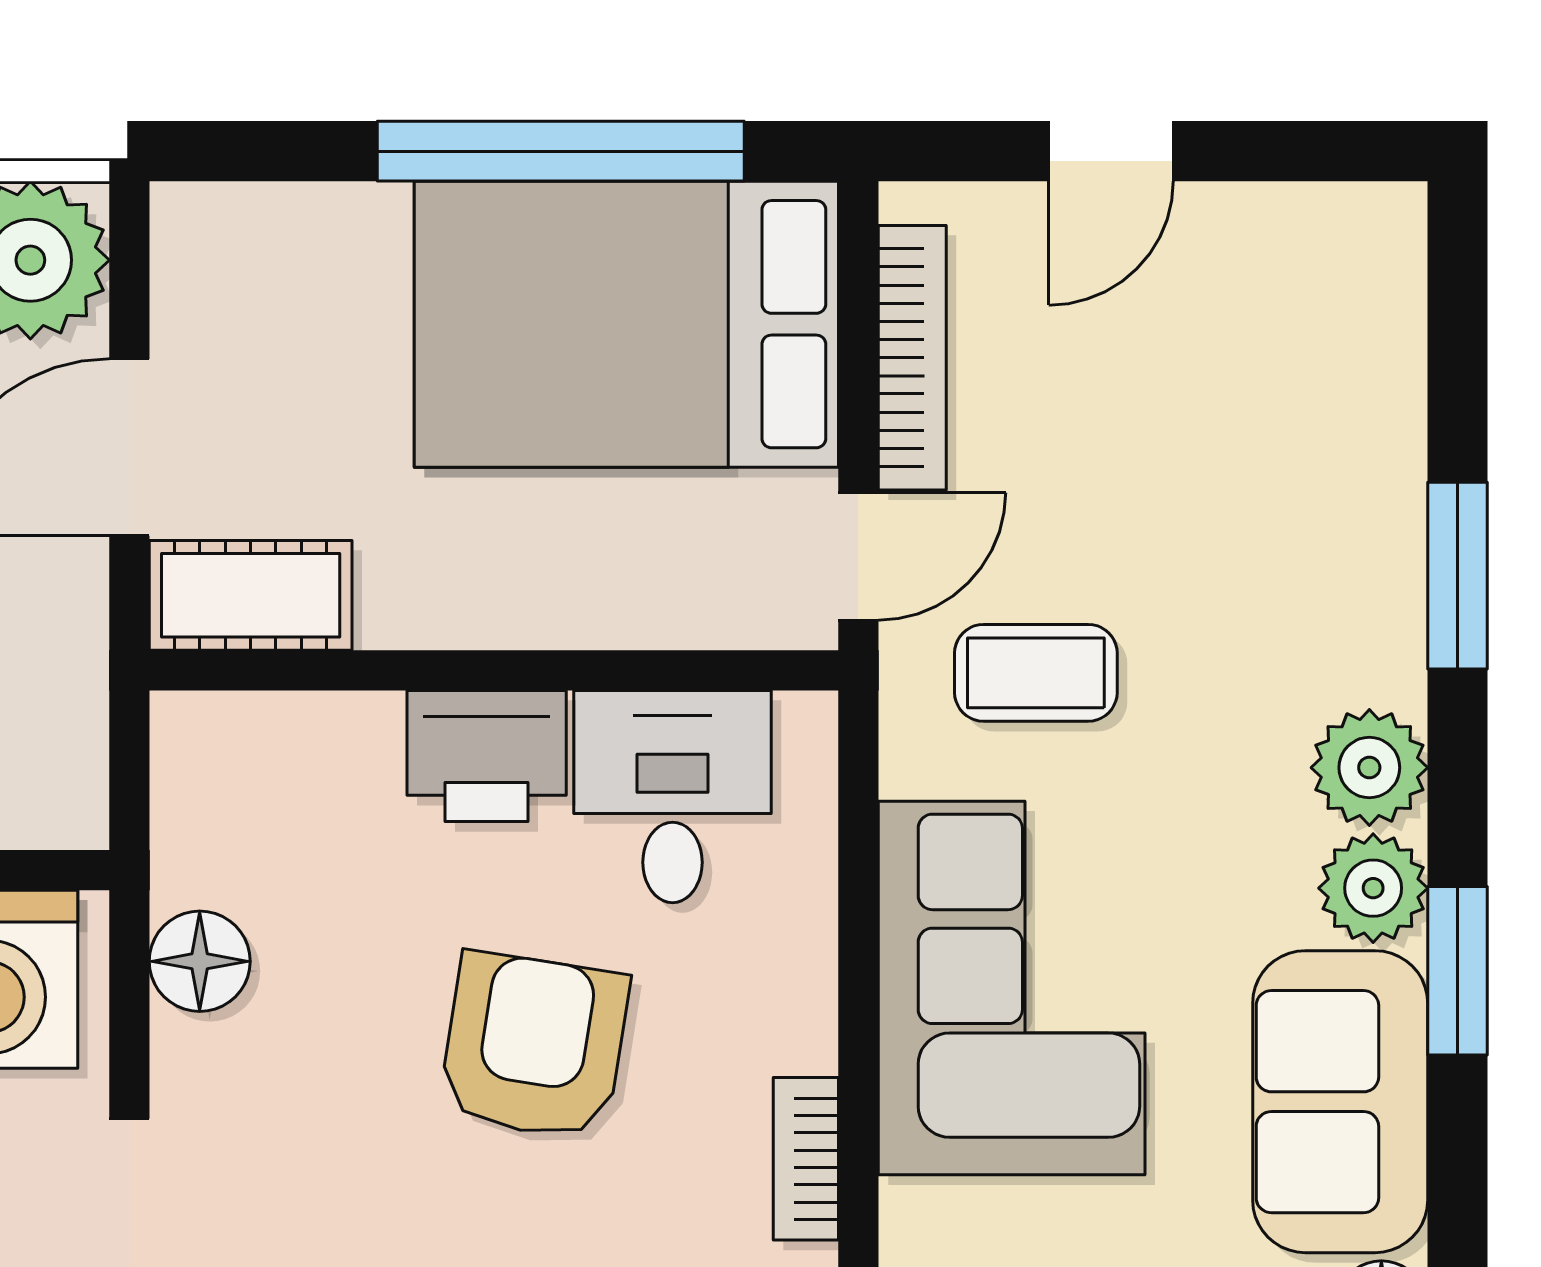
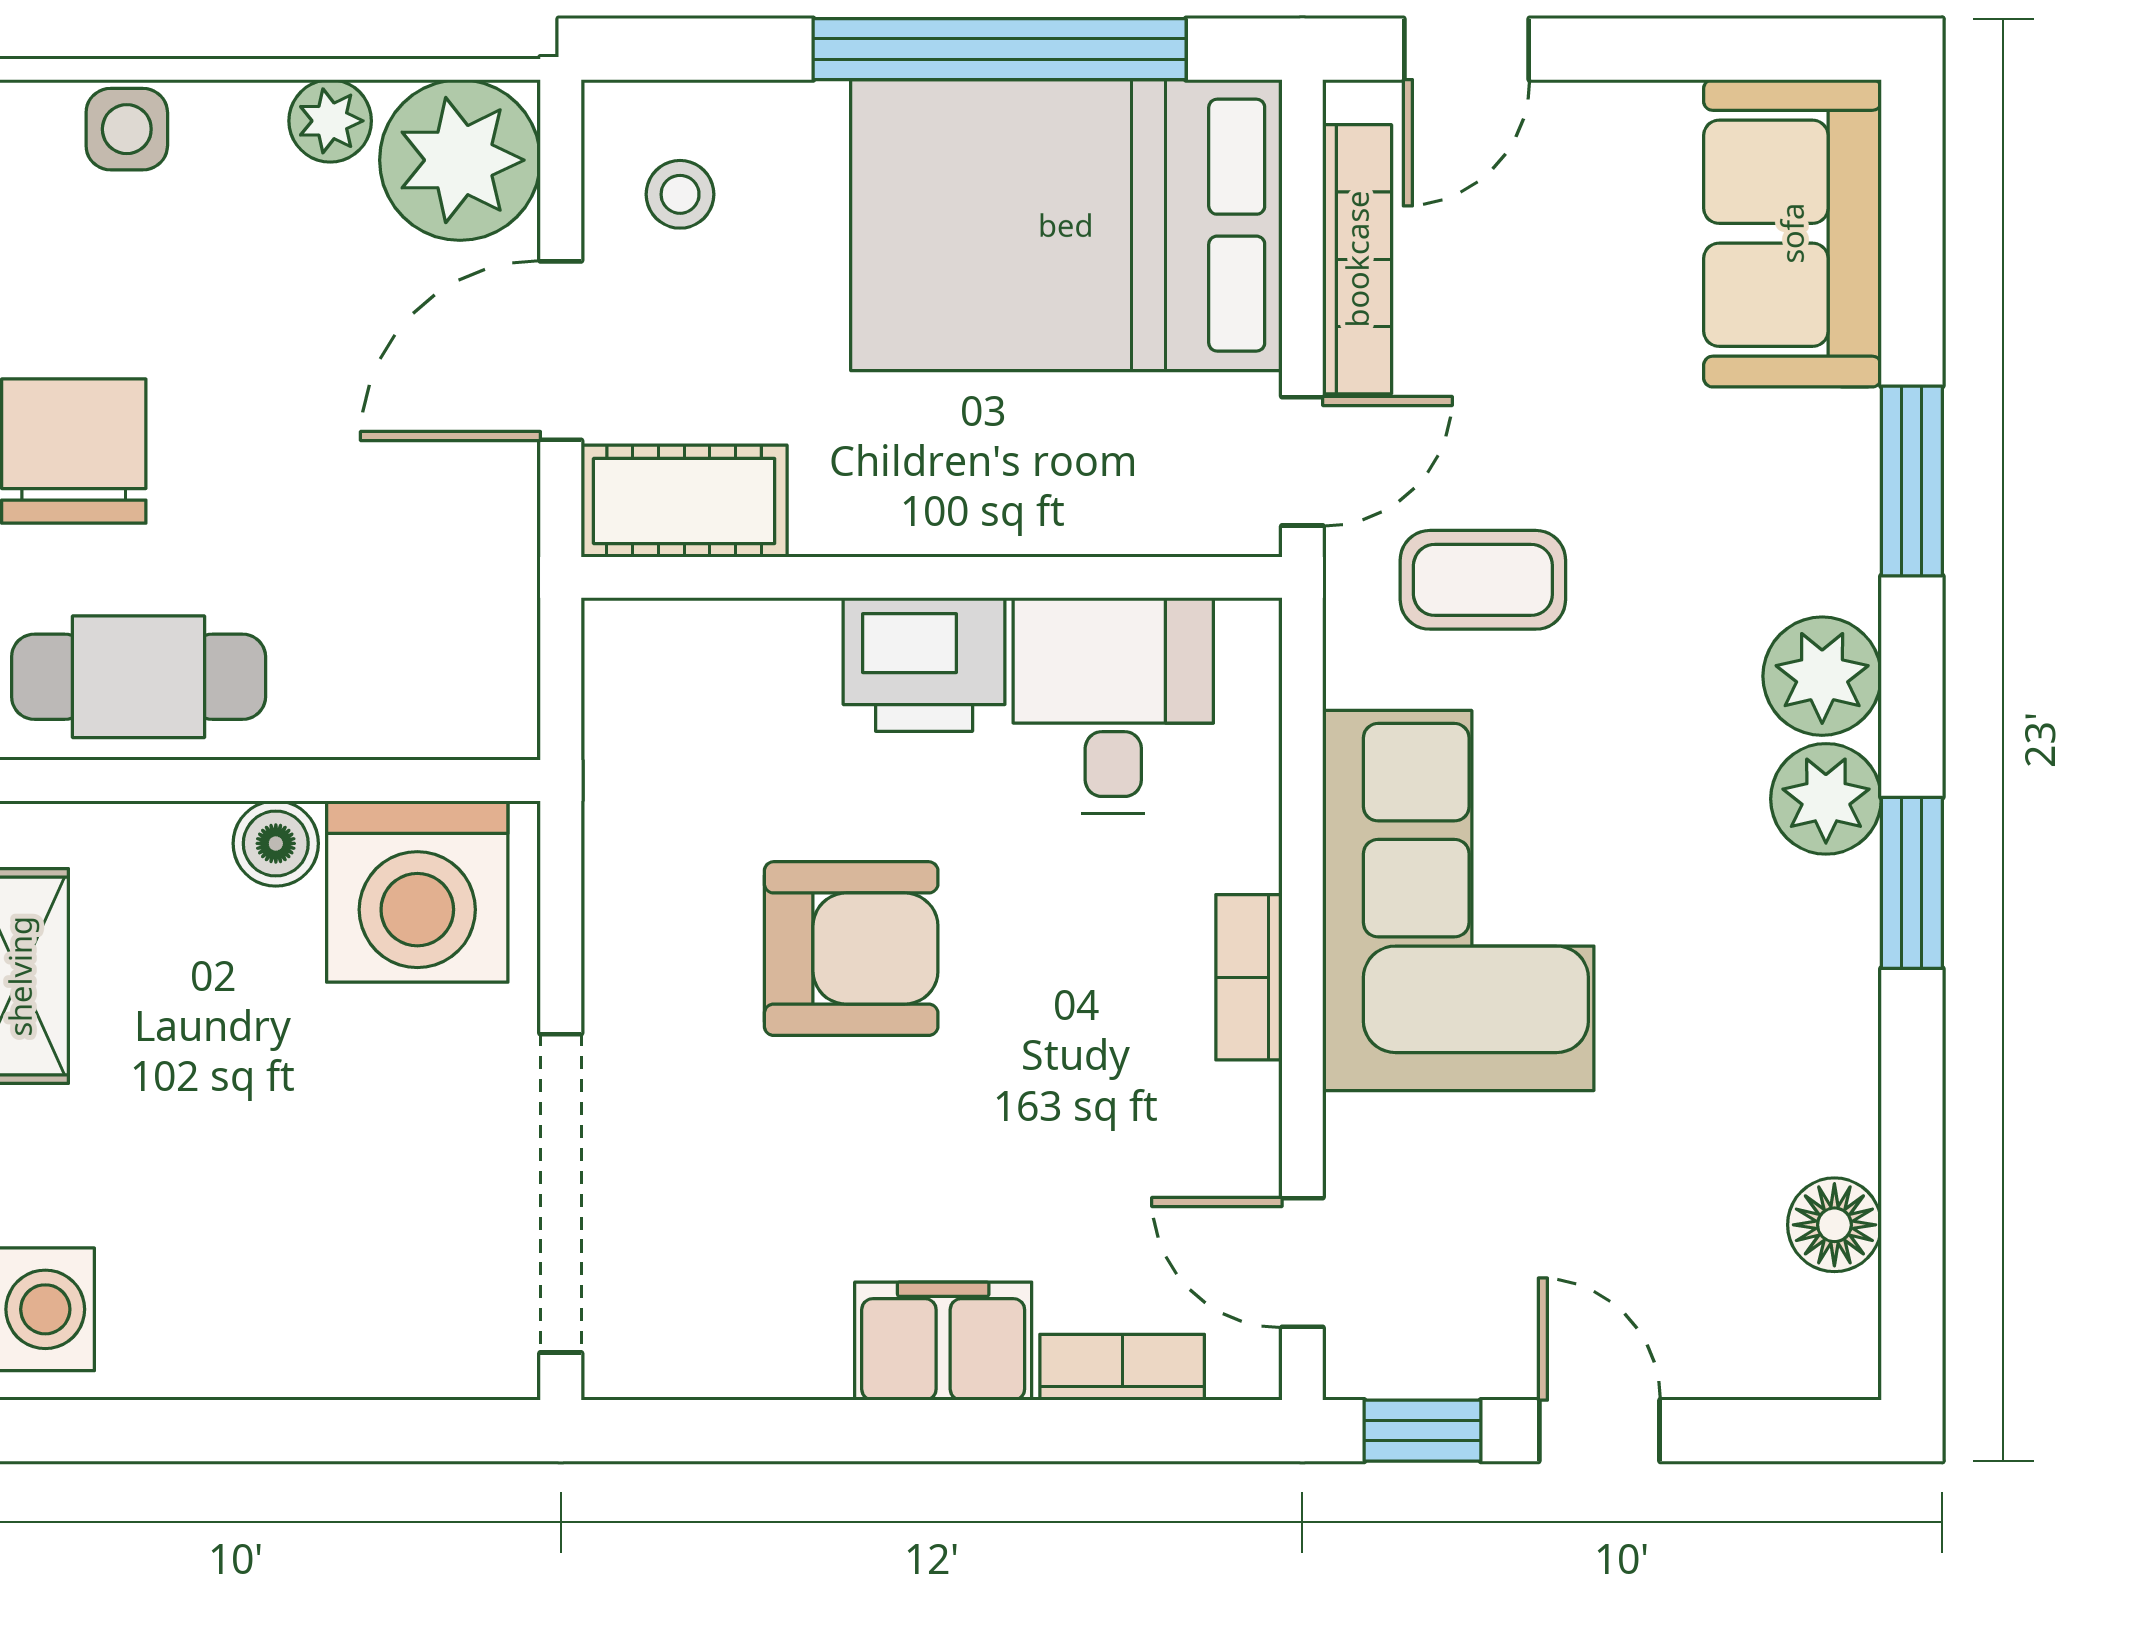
door: (1111, 151) -> (1467, 49), moved
stool: (247, 294) -> (680, 194), added
floor lamp: (200, 961) -> (632, 873), removed
armchair: (534, 1046) -> (851, 949), moved, turned 81
sofa: (1340, 1102) -> (1792, 233), moved
bookcase: (806, 1159) -> (1249, 977), moved

